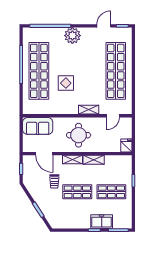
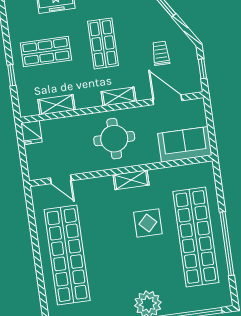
shelving: (89, 110) -> (131, 180), moved
door: (113, 116) -> (61, 179), swing flipped
shelving: (94, 160) -> (57, 105), moved
trolley: (54, 181) -> (161, 53), moved
shop shelf: (77, 192) -> (103, 43), turned 90

